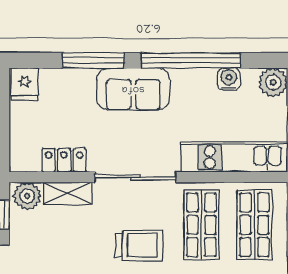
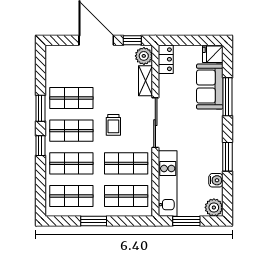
window: (191, 60) -> (227, 157), width x0.47
sofa: (133, 89) -> (210, 87), moved
locker: (64, 160) -> (166, 59), moved
trolley: (139, 245) -> (113, 125), width x0.73, depth x0.72

